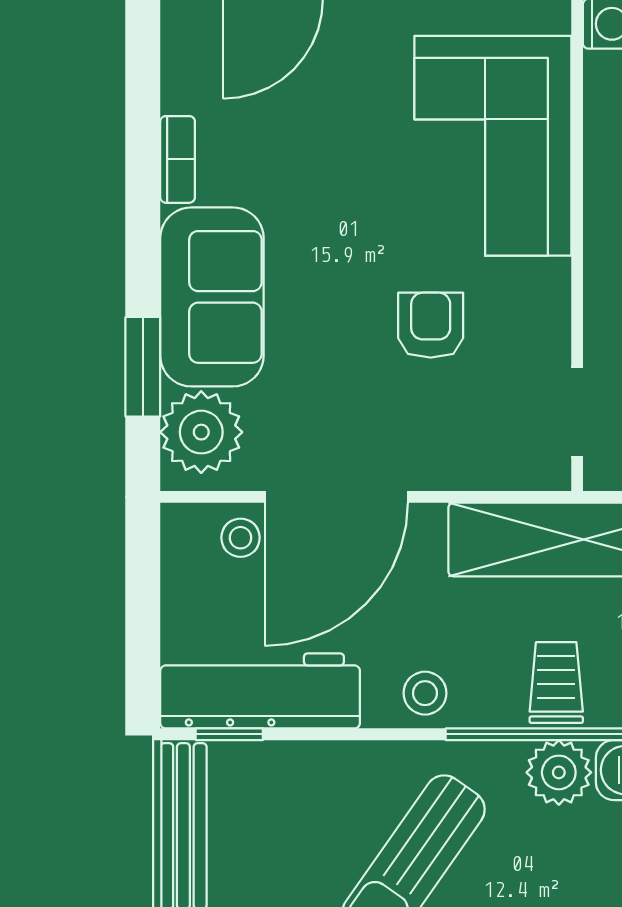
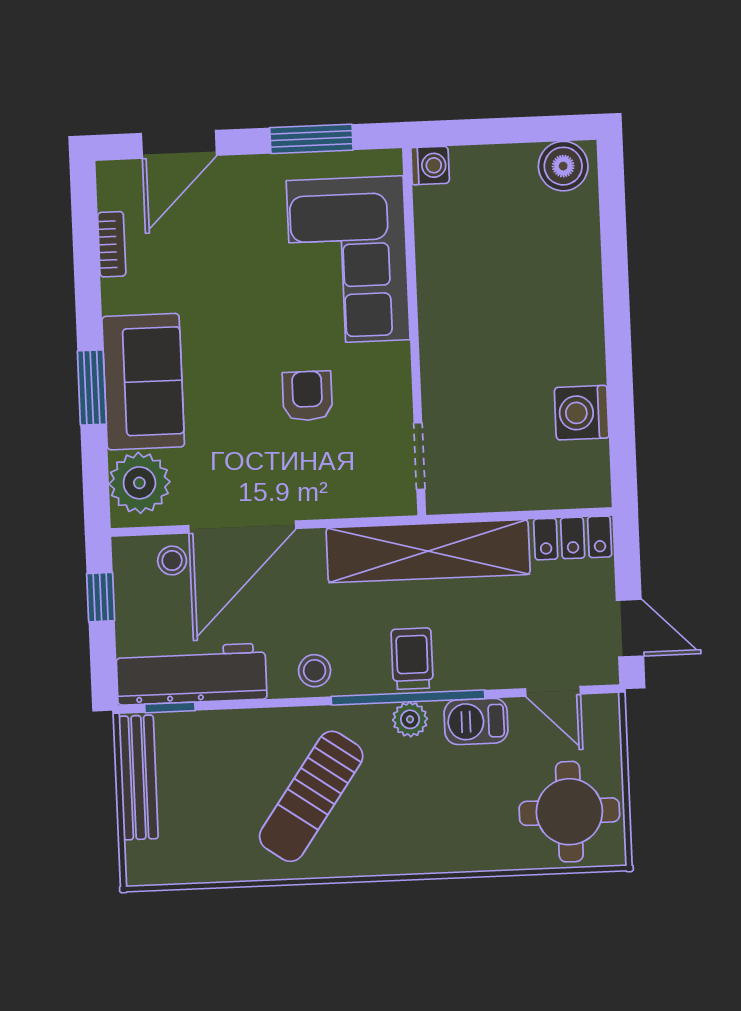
bookcase: (178, 159) -> (112, 244), moved
window: (143, 367) -> (92, 388), moved
window: (143, 583) -> (101, 597), added
plant: (559, 772) -> (410, 719), width x0.73, depth x0.73

